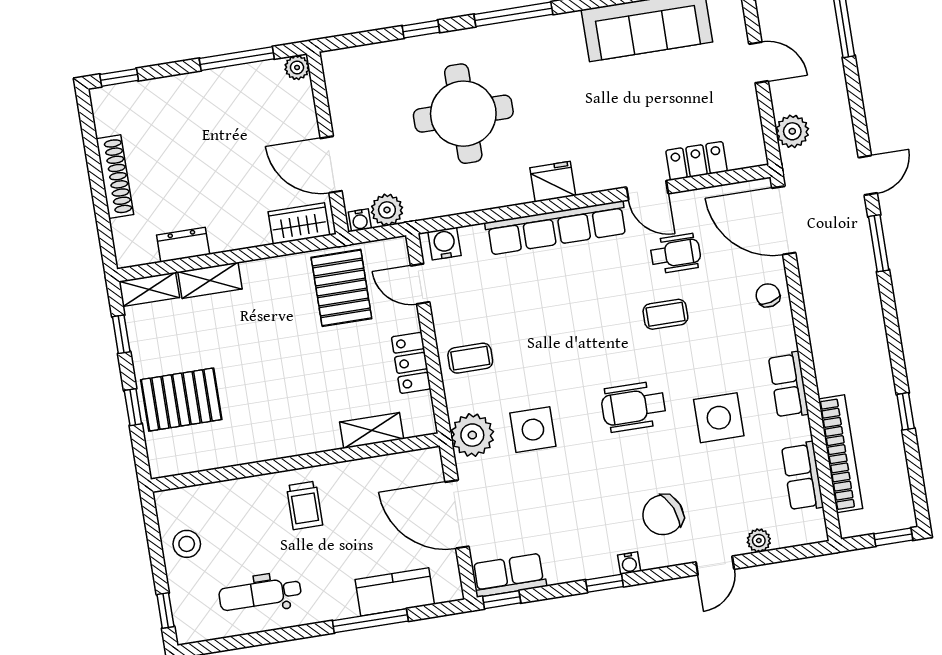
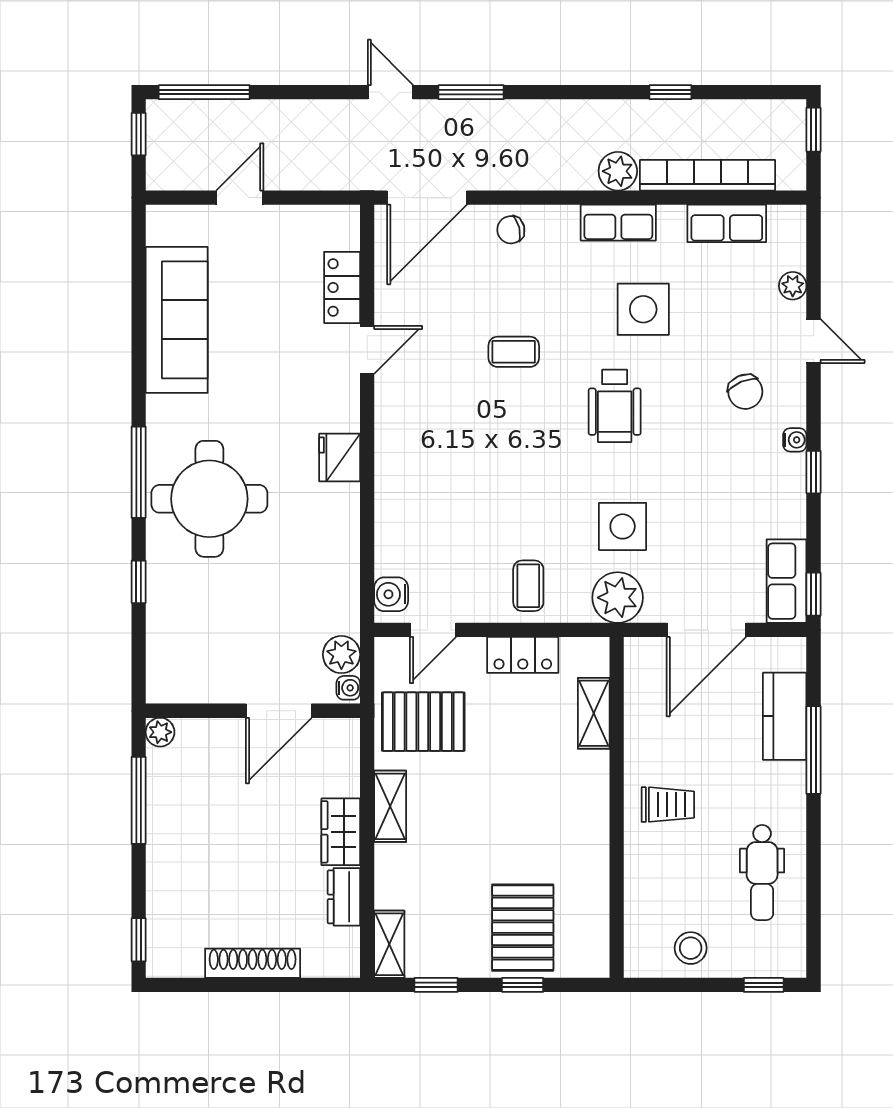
round table: (463, 114) -> (209, 499), moved
plant: (792, 131) -> (618, 171), moved
wardrobe: (299, 223) -> (341, 832), moved
row of seats: (556, 228) -> (394, 462), removed
wheelchair: (676, 254) -> (445, 329), removed
shelving: (210, 280) -> (390, 806), moved
coffee table: (665, 314) -> (514, 352), turned 90
chair: (663, 515) -> (745, 392), width x0.73, depth x0.73

